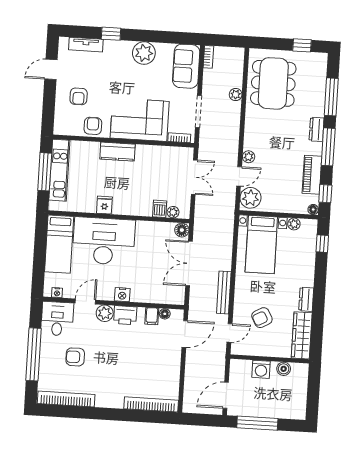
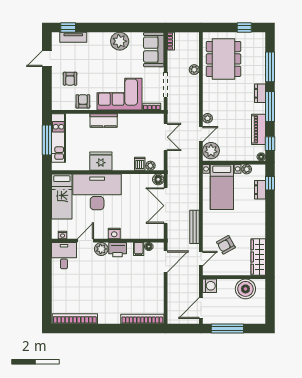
window: (111, 34) -> (68, 28), moved
fridge: (104, 205) -> (101, 161), width x1.88, depth x1.34
dresser: (306, 299) -> (260, 190), moved
window: (34, 354) -> (47, 285), removed
armchair: (75, 357) -> (80, 285), removed
washing machine: (261, 369) -> (210, 286), moved, turned -90
boiler: (284, 369) -> (245, 289), width x1.86, depth x1.86

